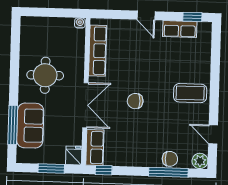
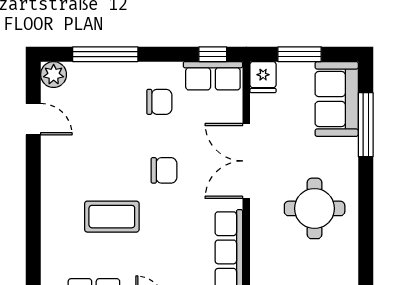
coffee table: (190, 93) -> (112, 217), moved
sofa: (30, 126) -> (337, 99), moved
row of seats: (95, 148) -> (213, 76), moved, turned -90
chair: (170, 159) -> (159, 102), moved, turned 180

